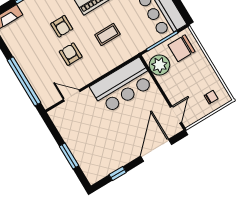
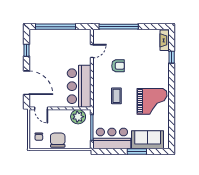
armchair: (62, 26) -> (139, 71), removed
chair: (181, 48) -> (58, 140), moved
window: (69, 156) -> (56, 27), width x2.11

